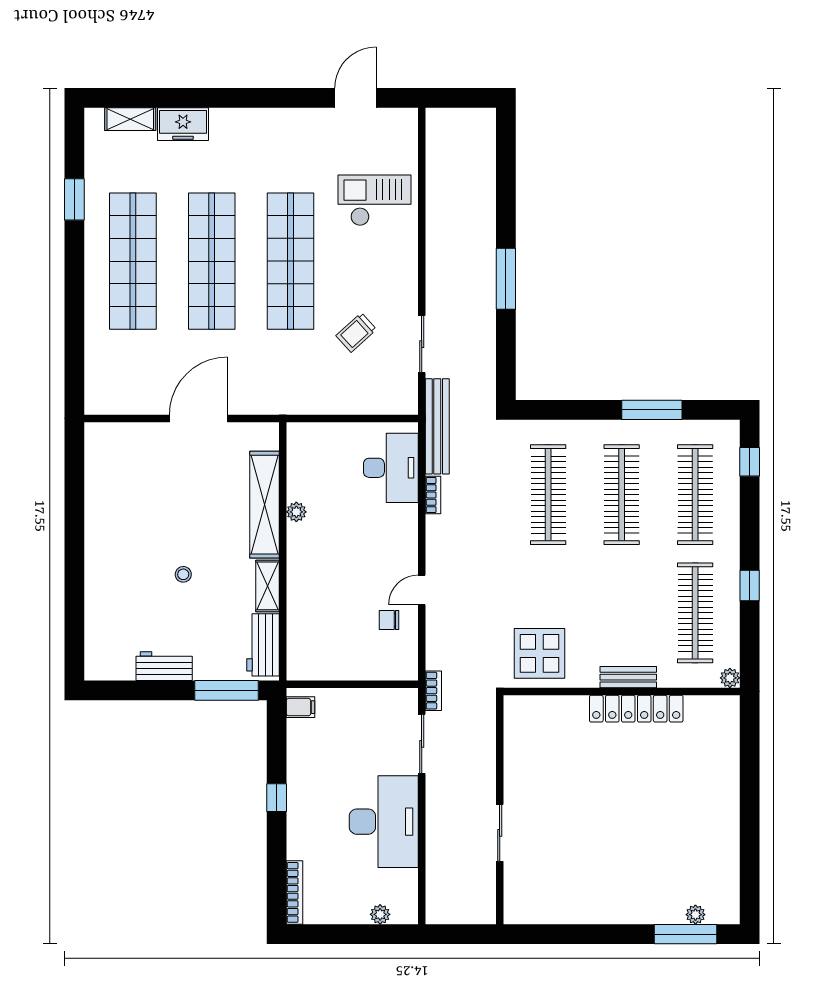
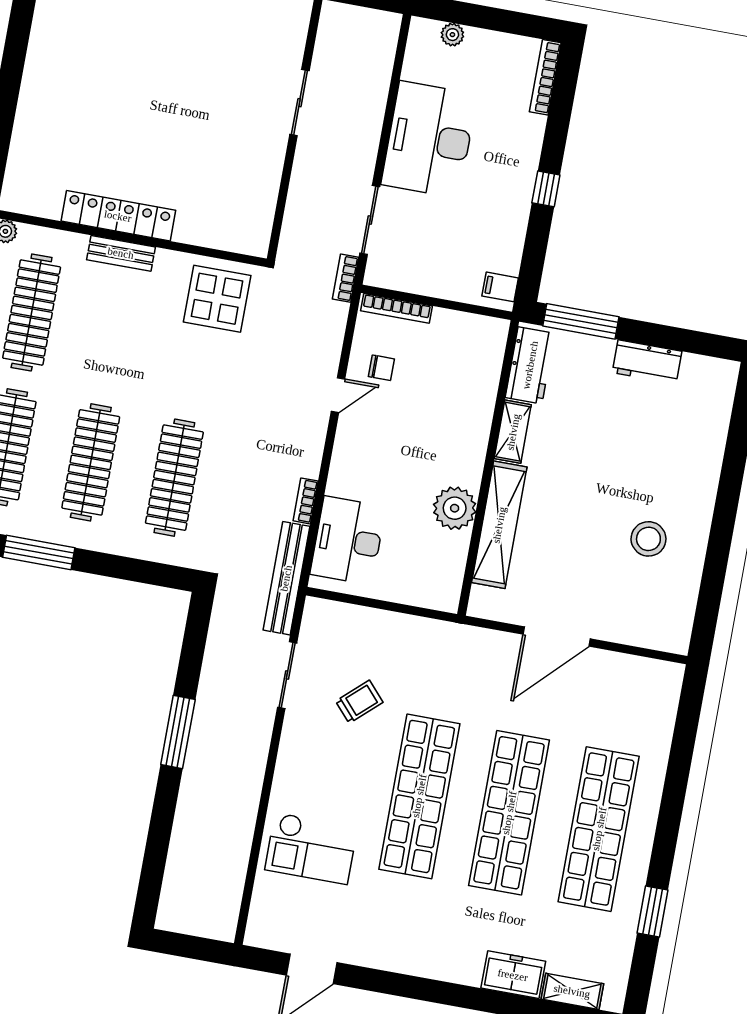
plant: (296, 512) -> (455, 508), width x1.88, depth x1.88
stool: (183, 574) -> (648, 539), moved, width x1.89, depth x1.89
bookcase: (385, 673) -> (397, 308), added

